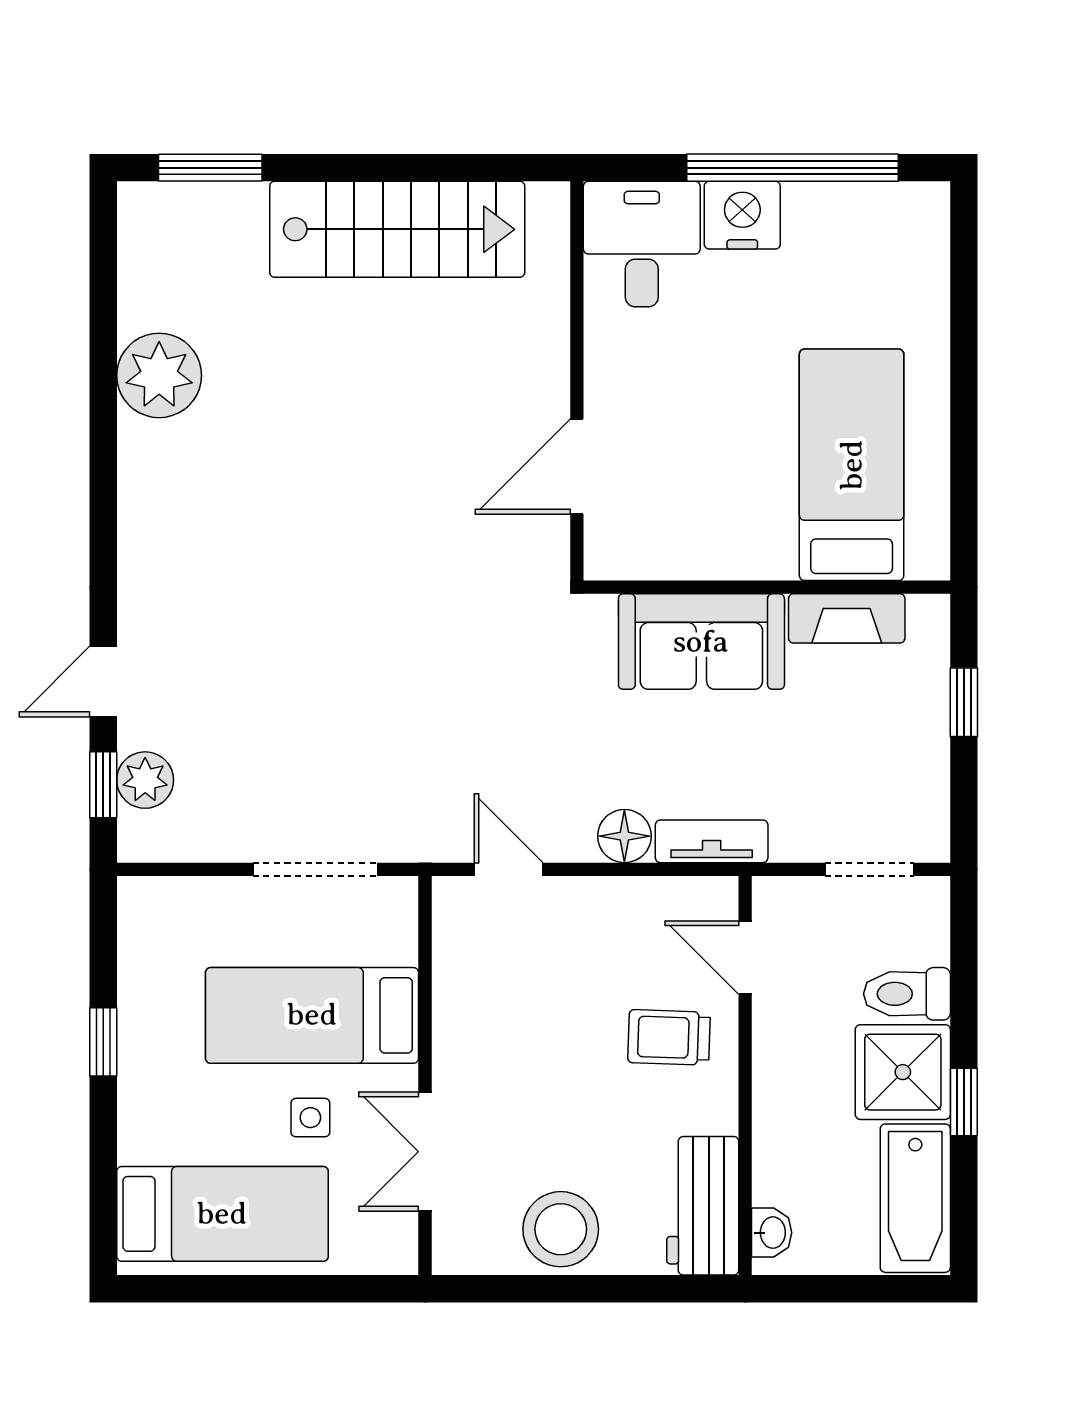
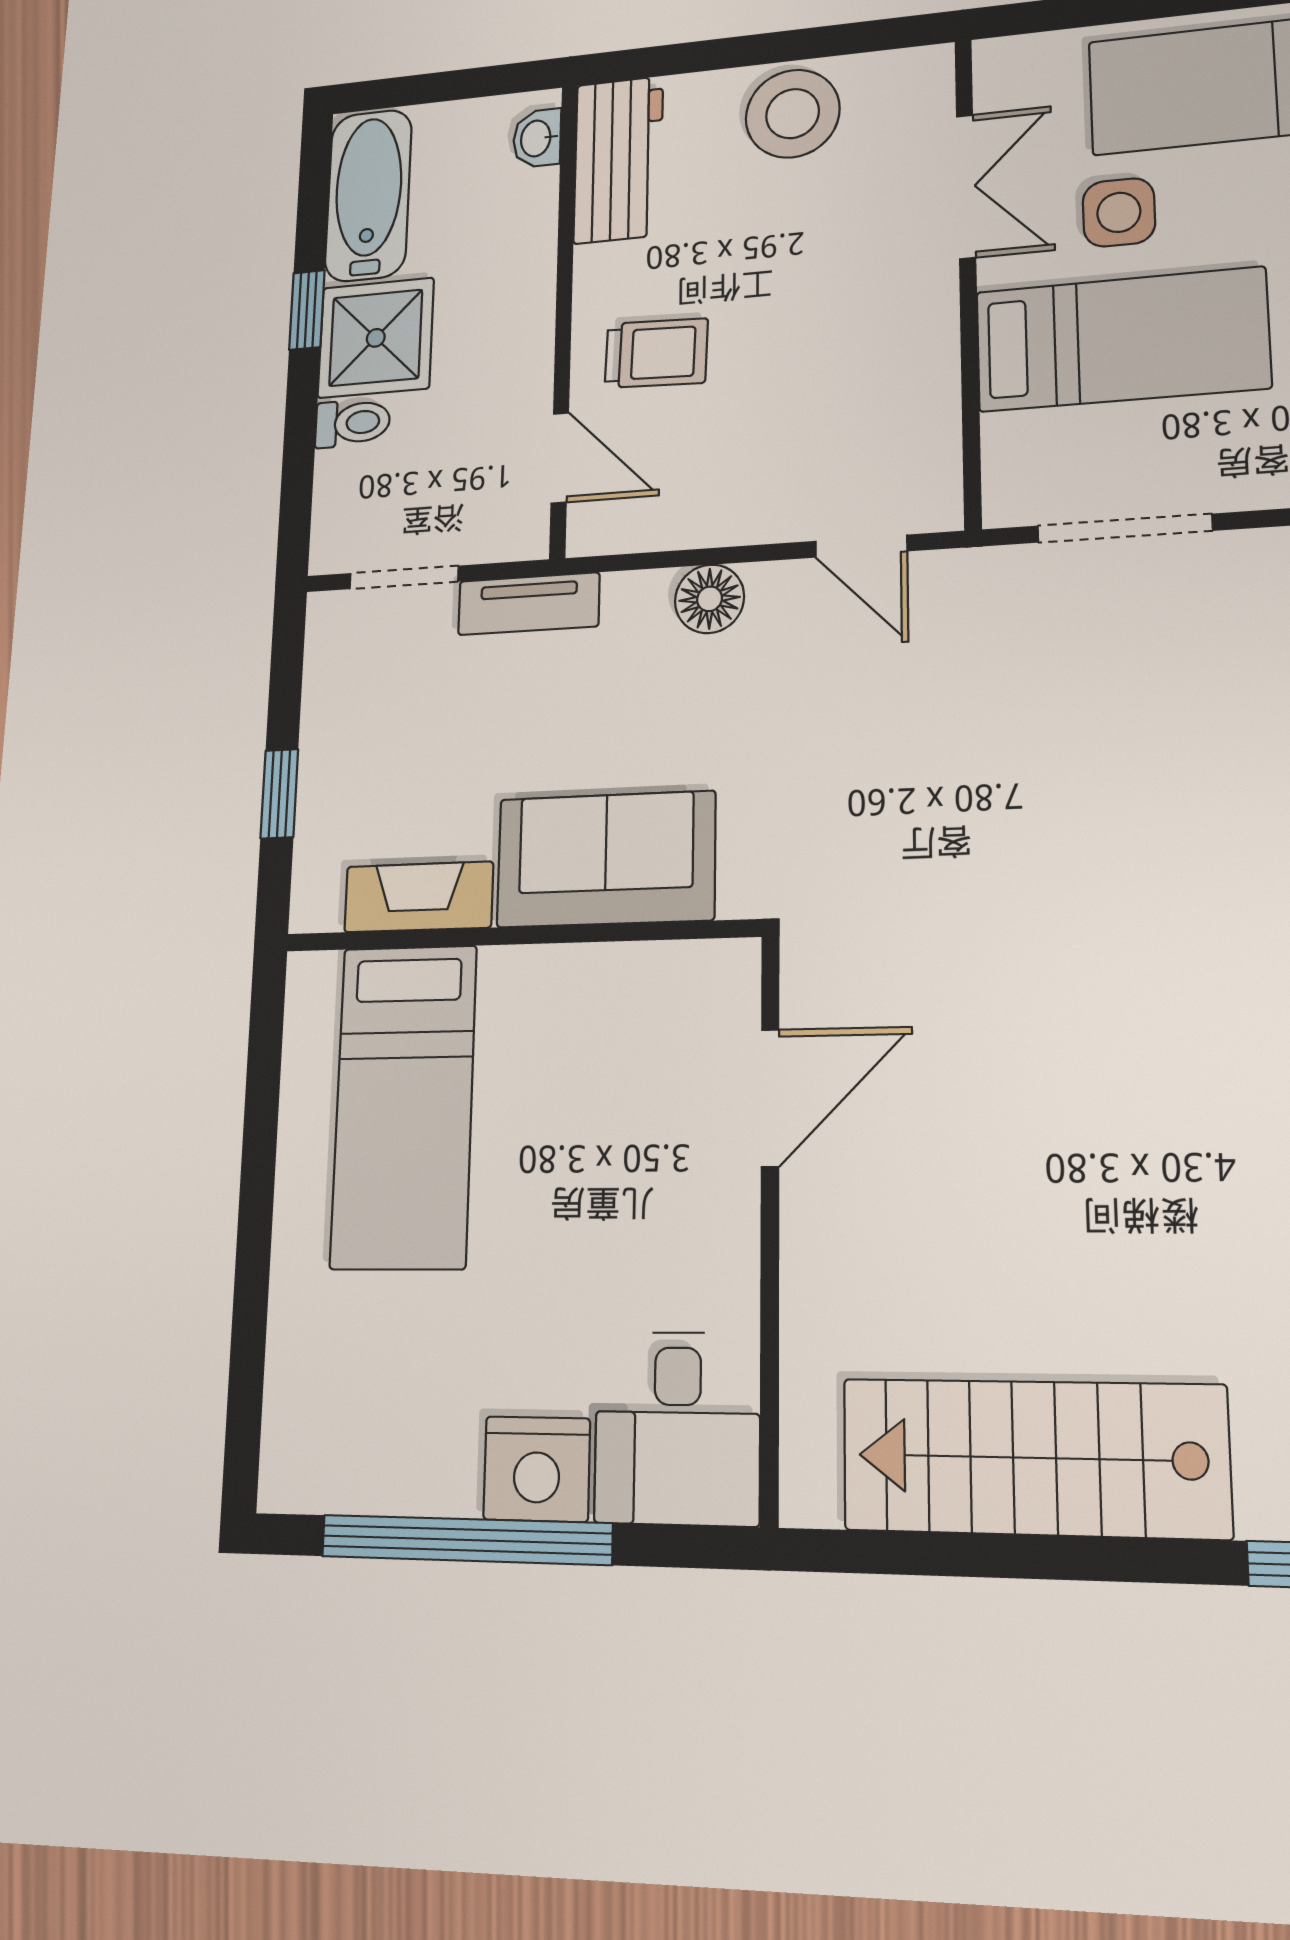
tv unit: (712, 841) -> (529, 604), moved
toilet: (907, 994) -> (353, 423), width x0.73, depth x0.72
side table: (310, 1118) -> (1119, 212), width x1.37, depth x1.37

